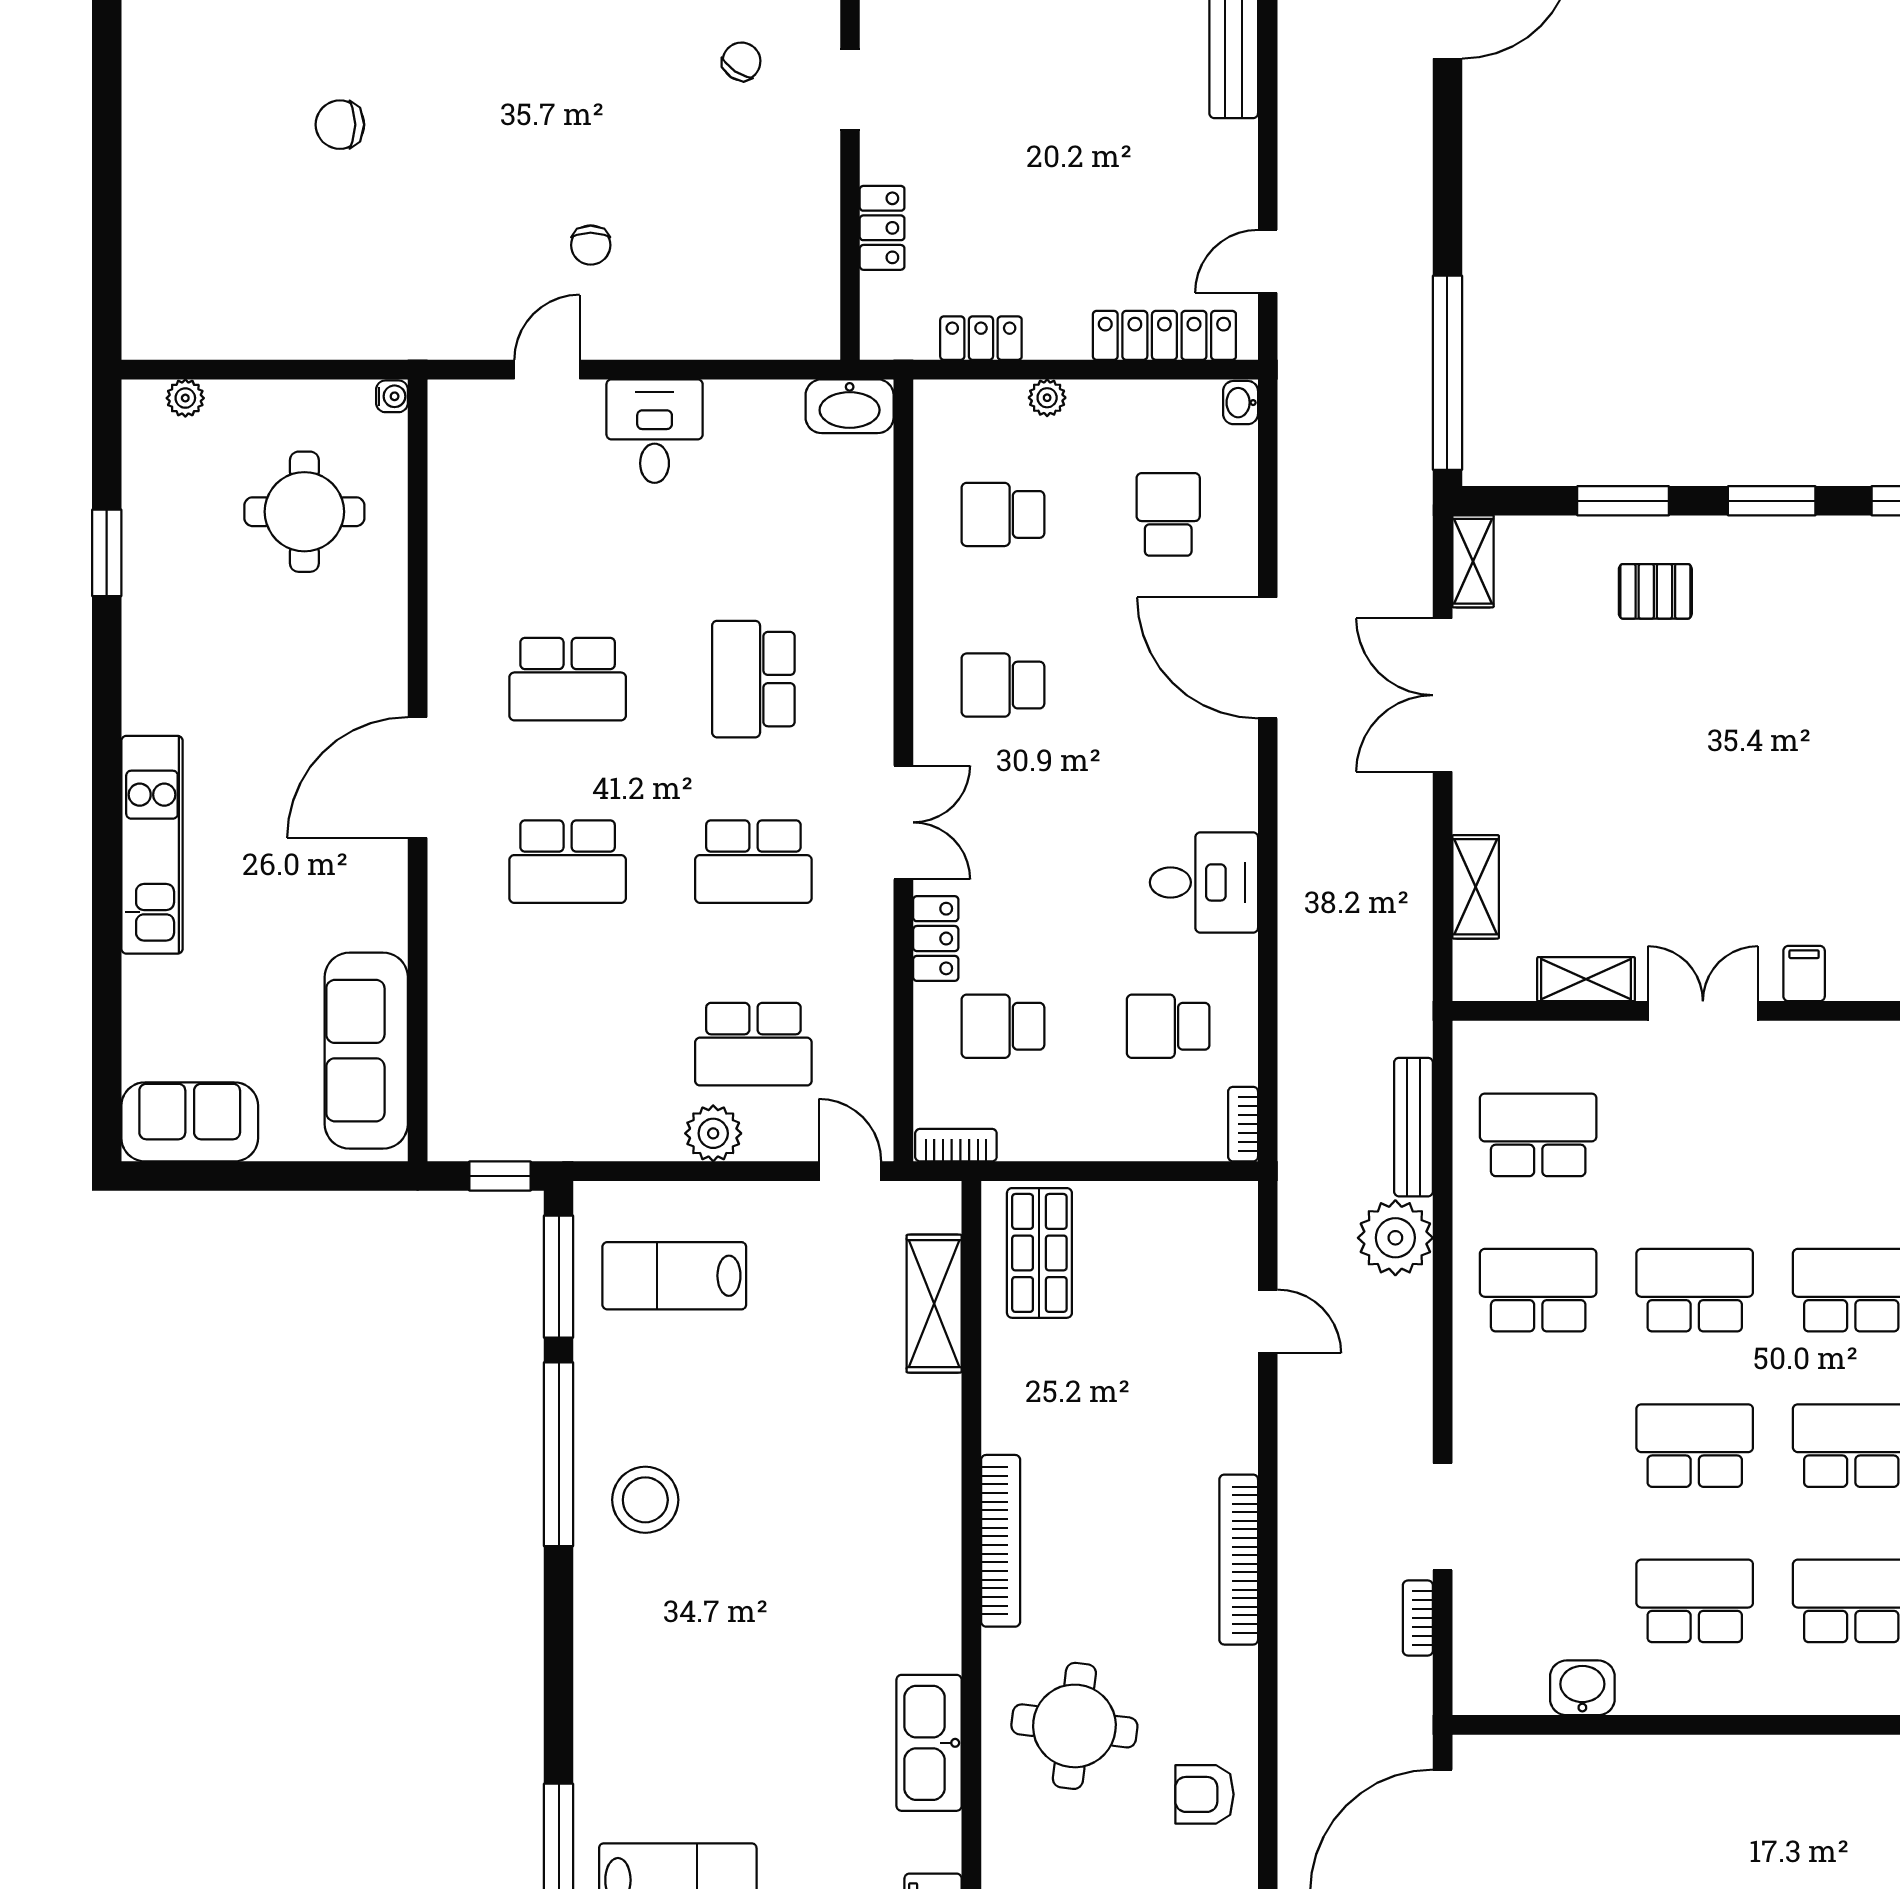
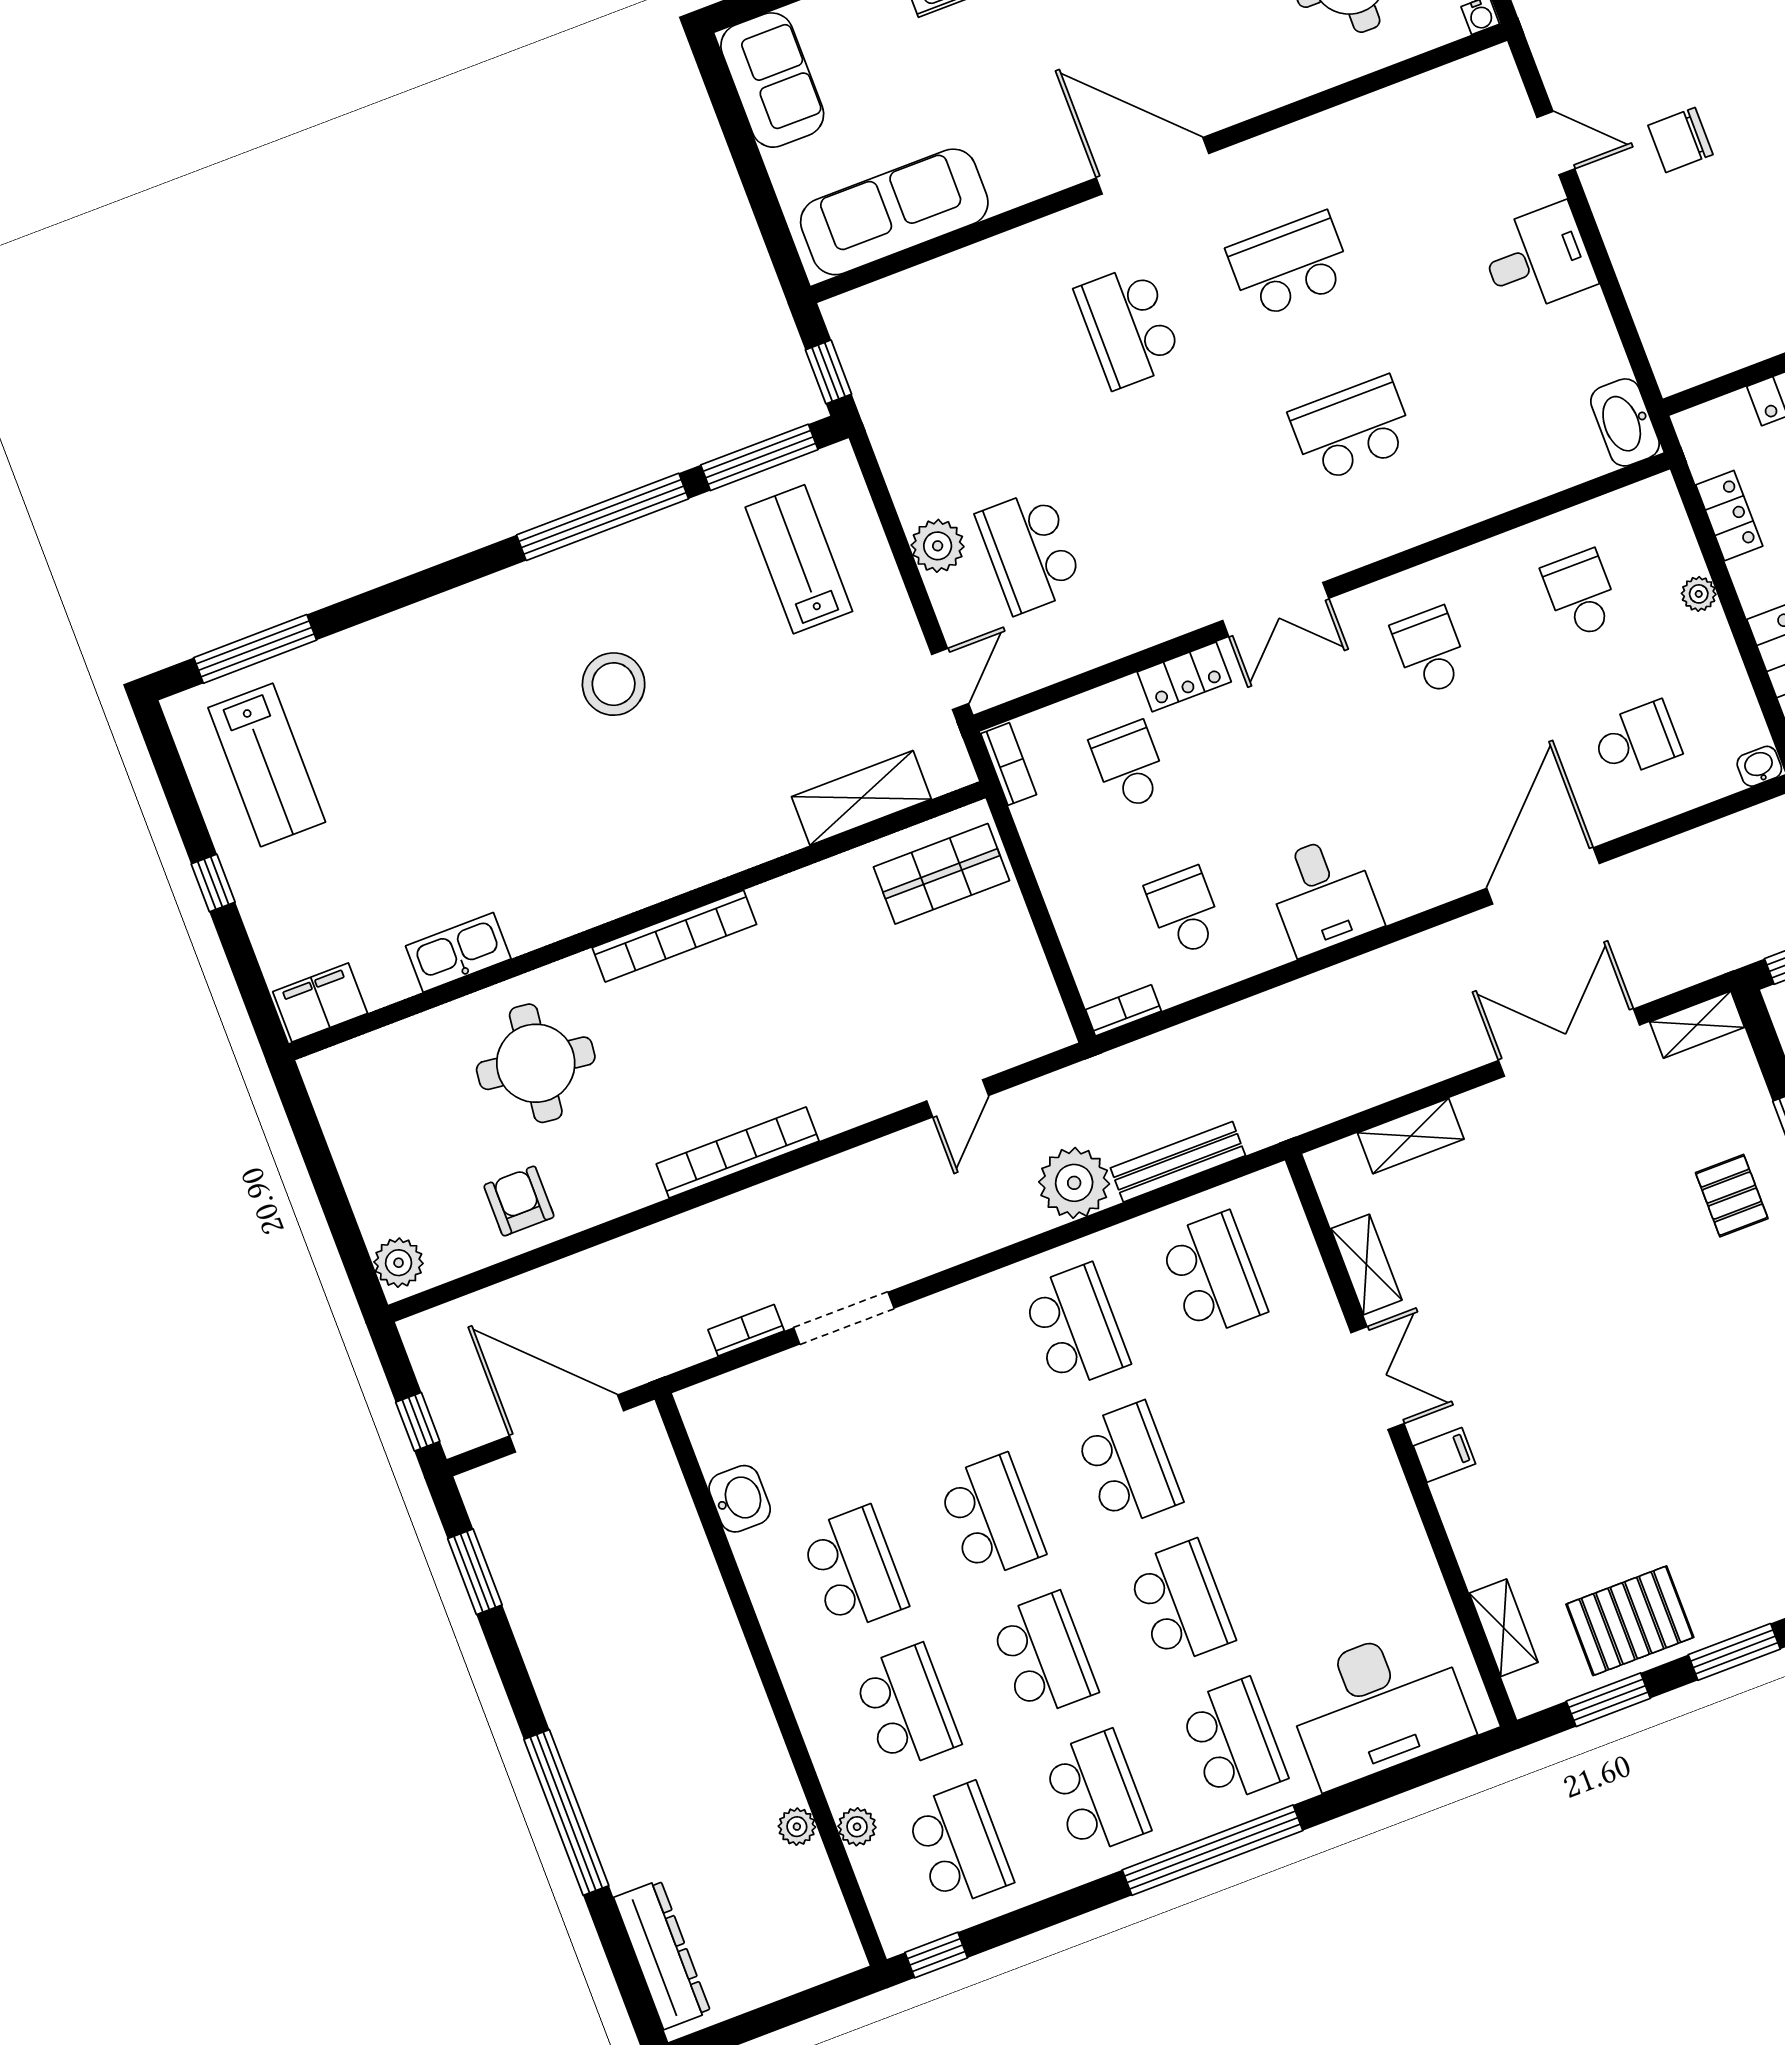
chair: (591, 245) -> (1680, 140), width x1.37, depth x1.37
school desk: (568, 679) -> (1290, 265), turned 90
school desk: (753, 862) -> (1191, 490), removed
stool: (645, 1500) -> (614, 684), moved
kitchen sink: (929, 1743) -> (458, 952), width x0.73, depth x0.81

